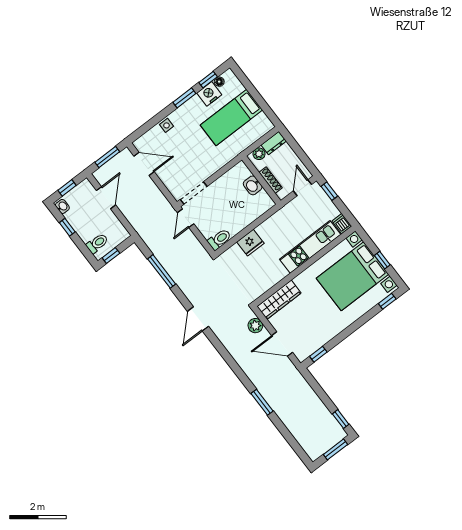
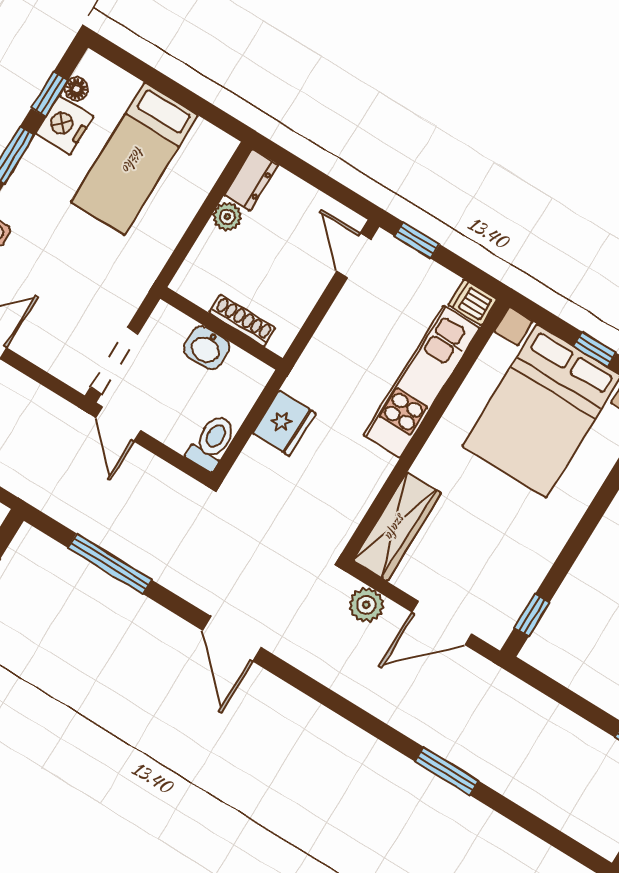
wall: (261, 180) -> (221, 328), moved
shoe rack: (271, 180) -> (242, 320), moved
washbasin: (253, 185) -> (207, 348), moved

